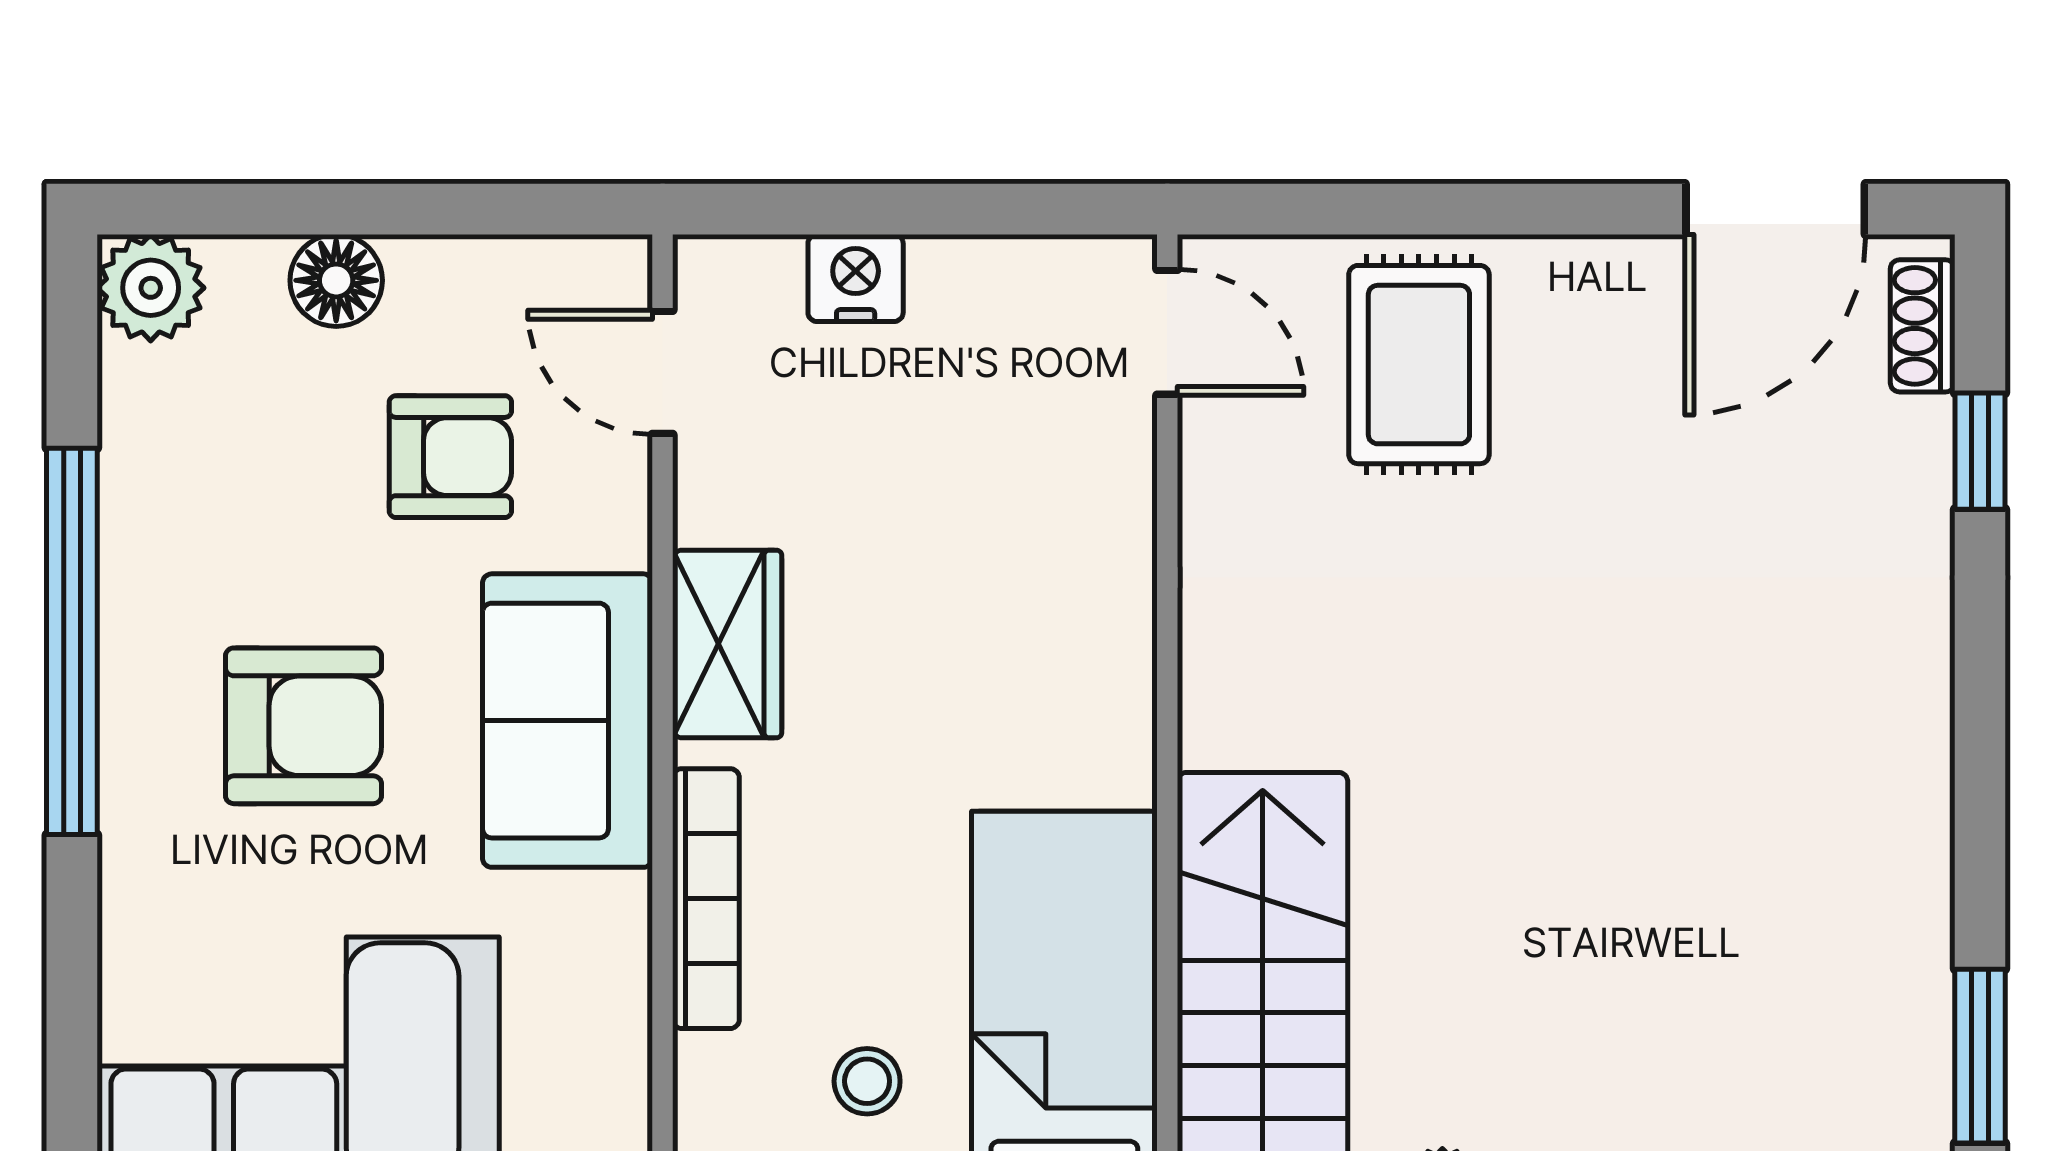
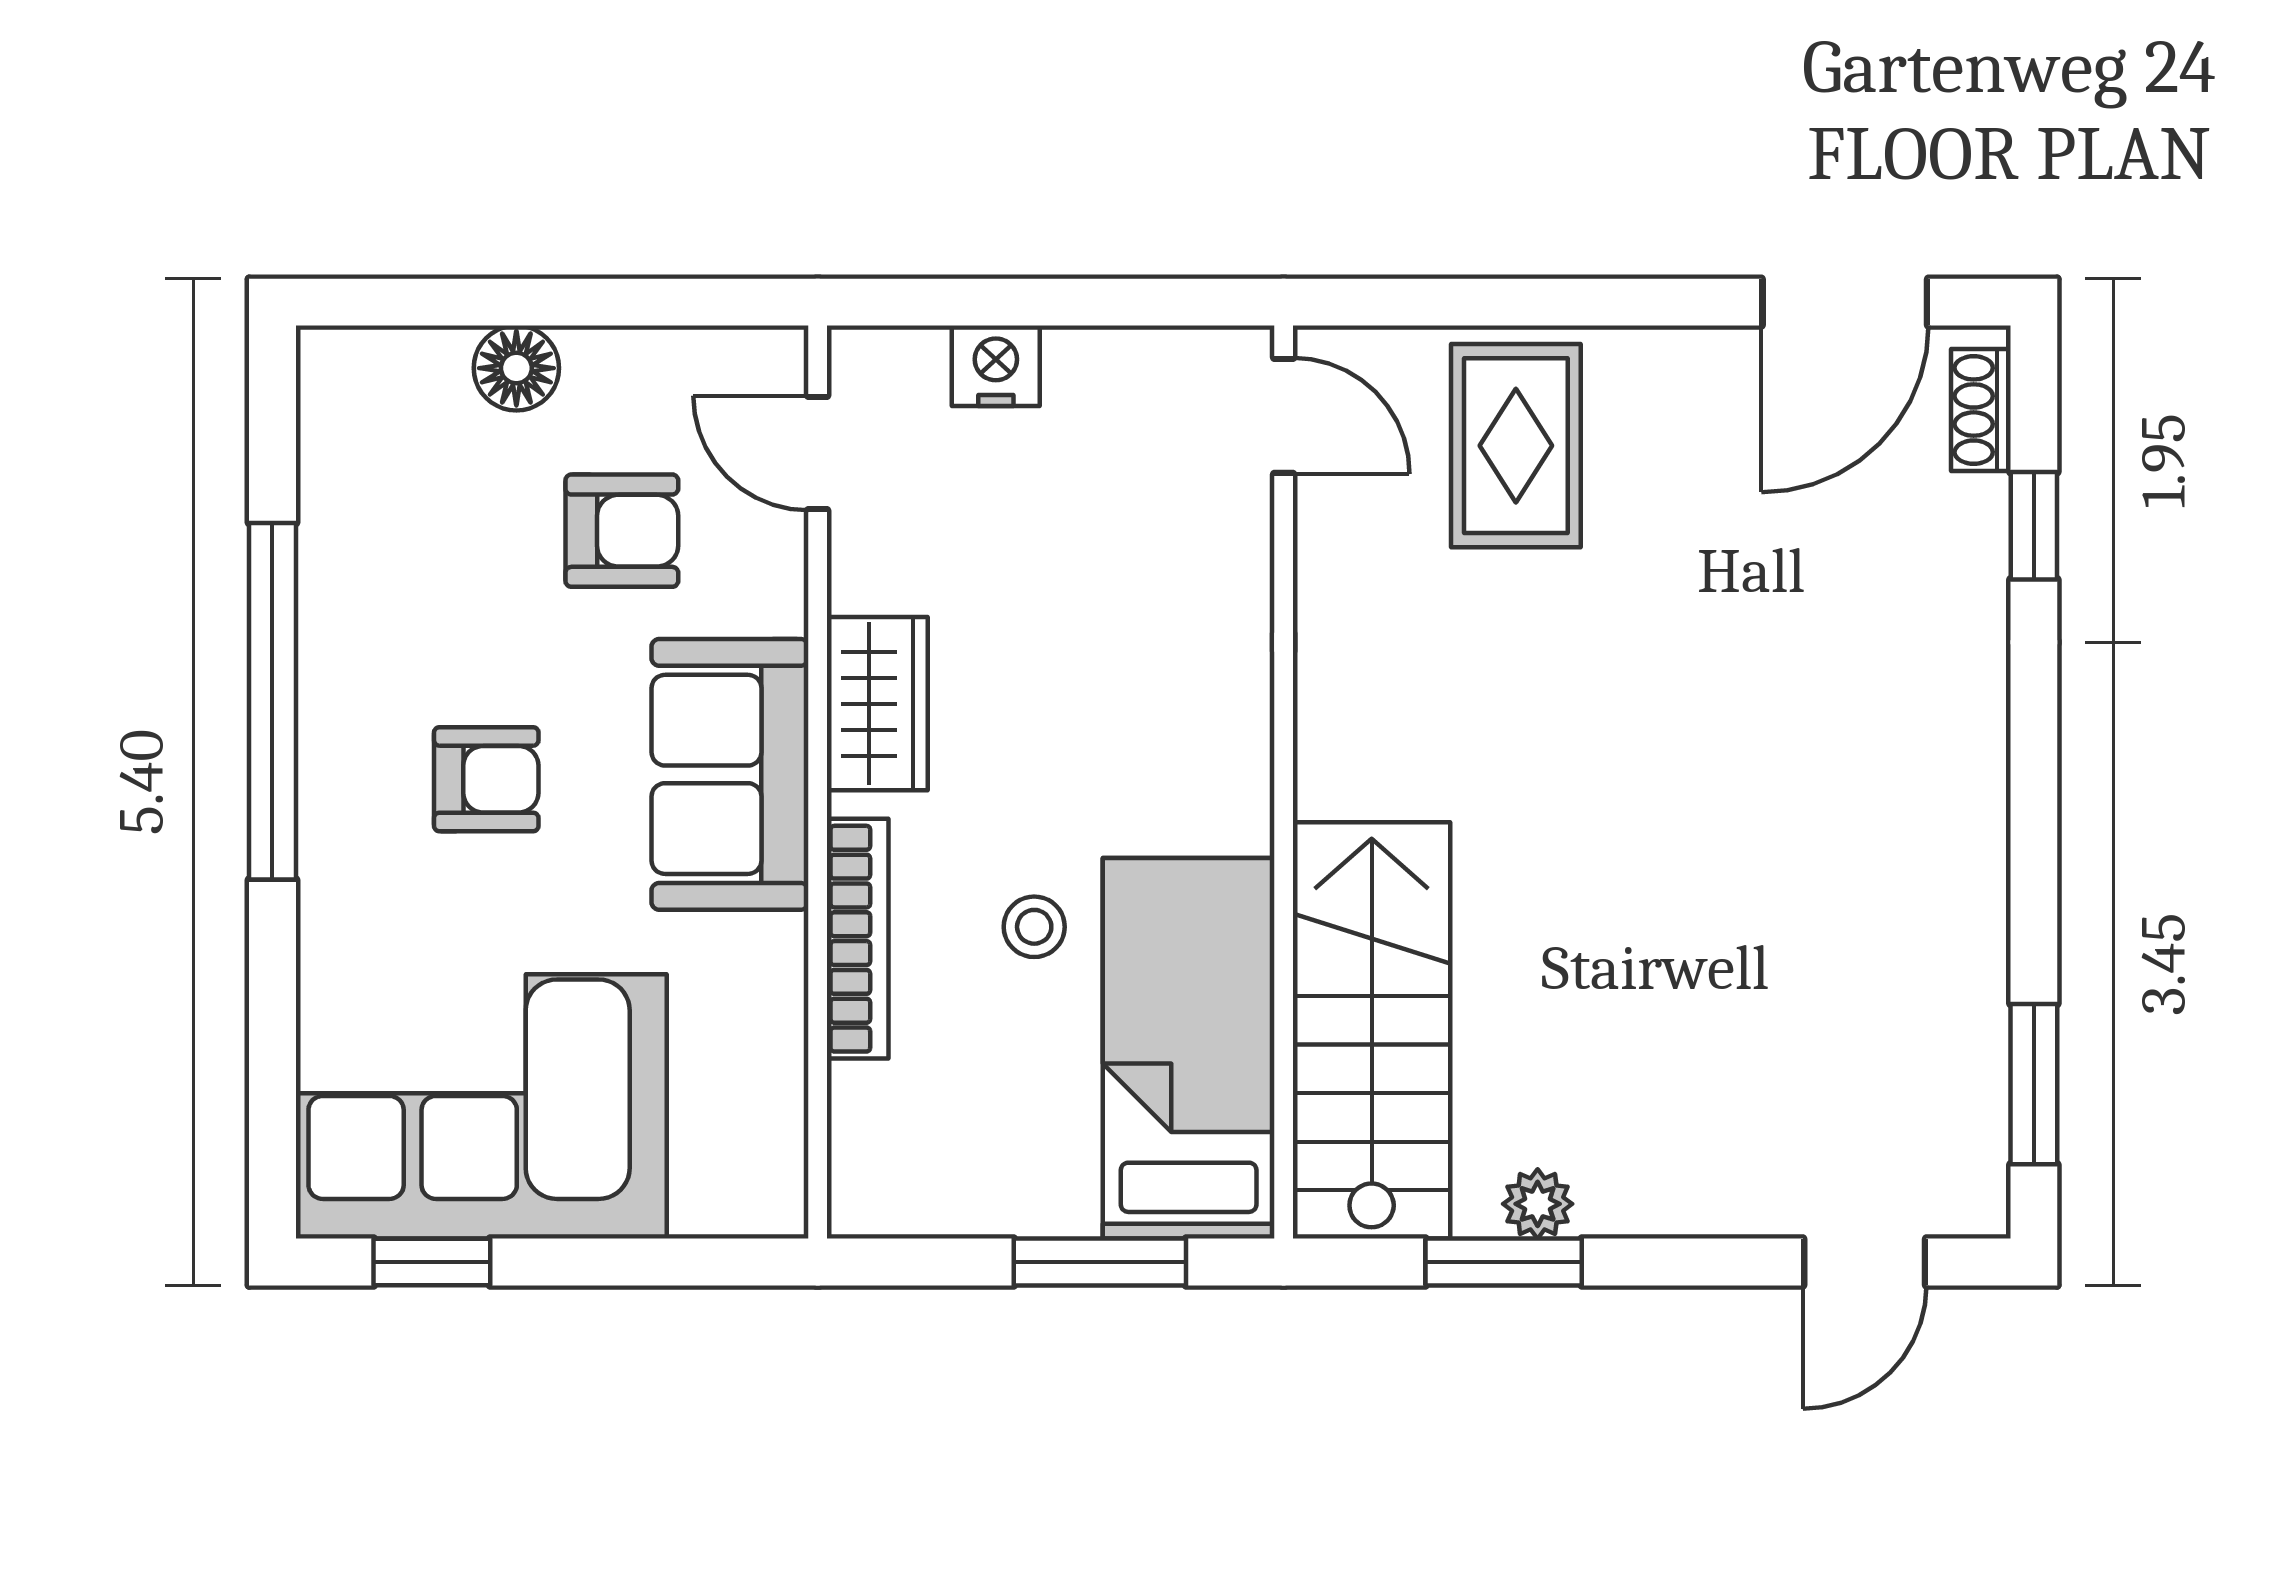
plant: (151, 288) -> (345, 375), removed
armchair: (303, 726) -> (486, 779), width x0.72, depth x0.72
stool: (867, 1081) -> (1034, 927), moved

